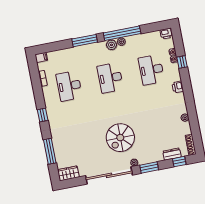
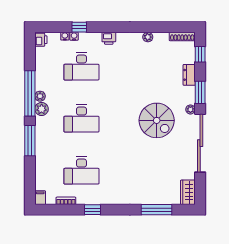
window: (43, 115) -> (92, 210), moved
dresser: (172, 154) -> (189, 75), moved

